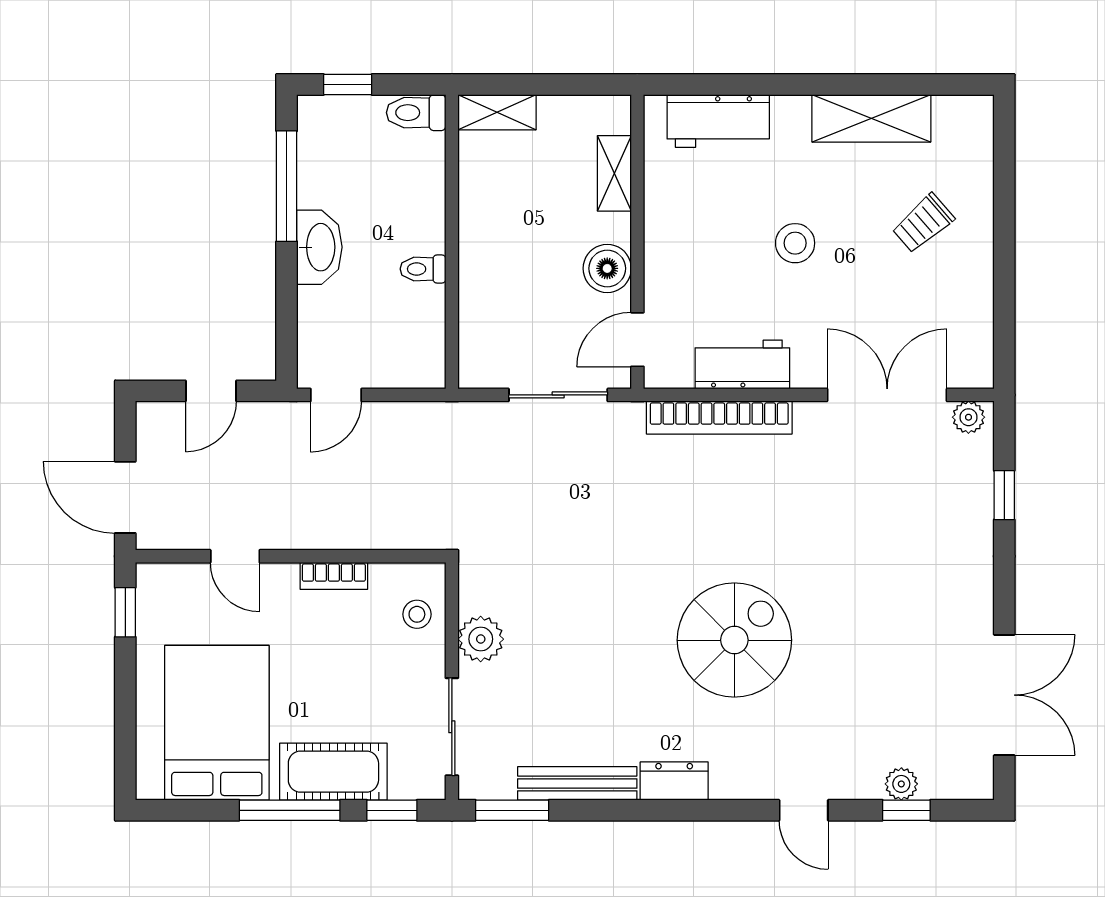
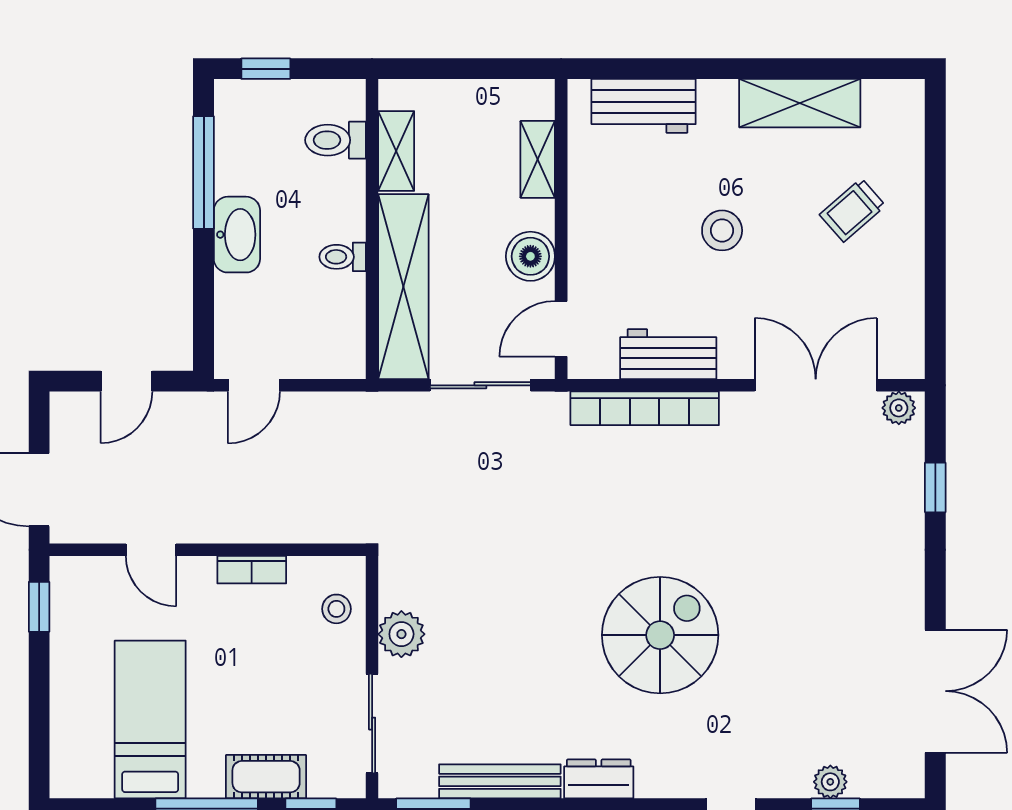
shelving: (497, 112) -> (396, 151), moved, turned 90
toilet: (416, 113) -> (336, 140), moved
shelving: (483, 298) -> (403, 287), added
bed: (217, 723) -> (150, 720), width x0.67
cot: (333, 772) -> (266, 777), width x0.73, depth x0.75

